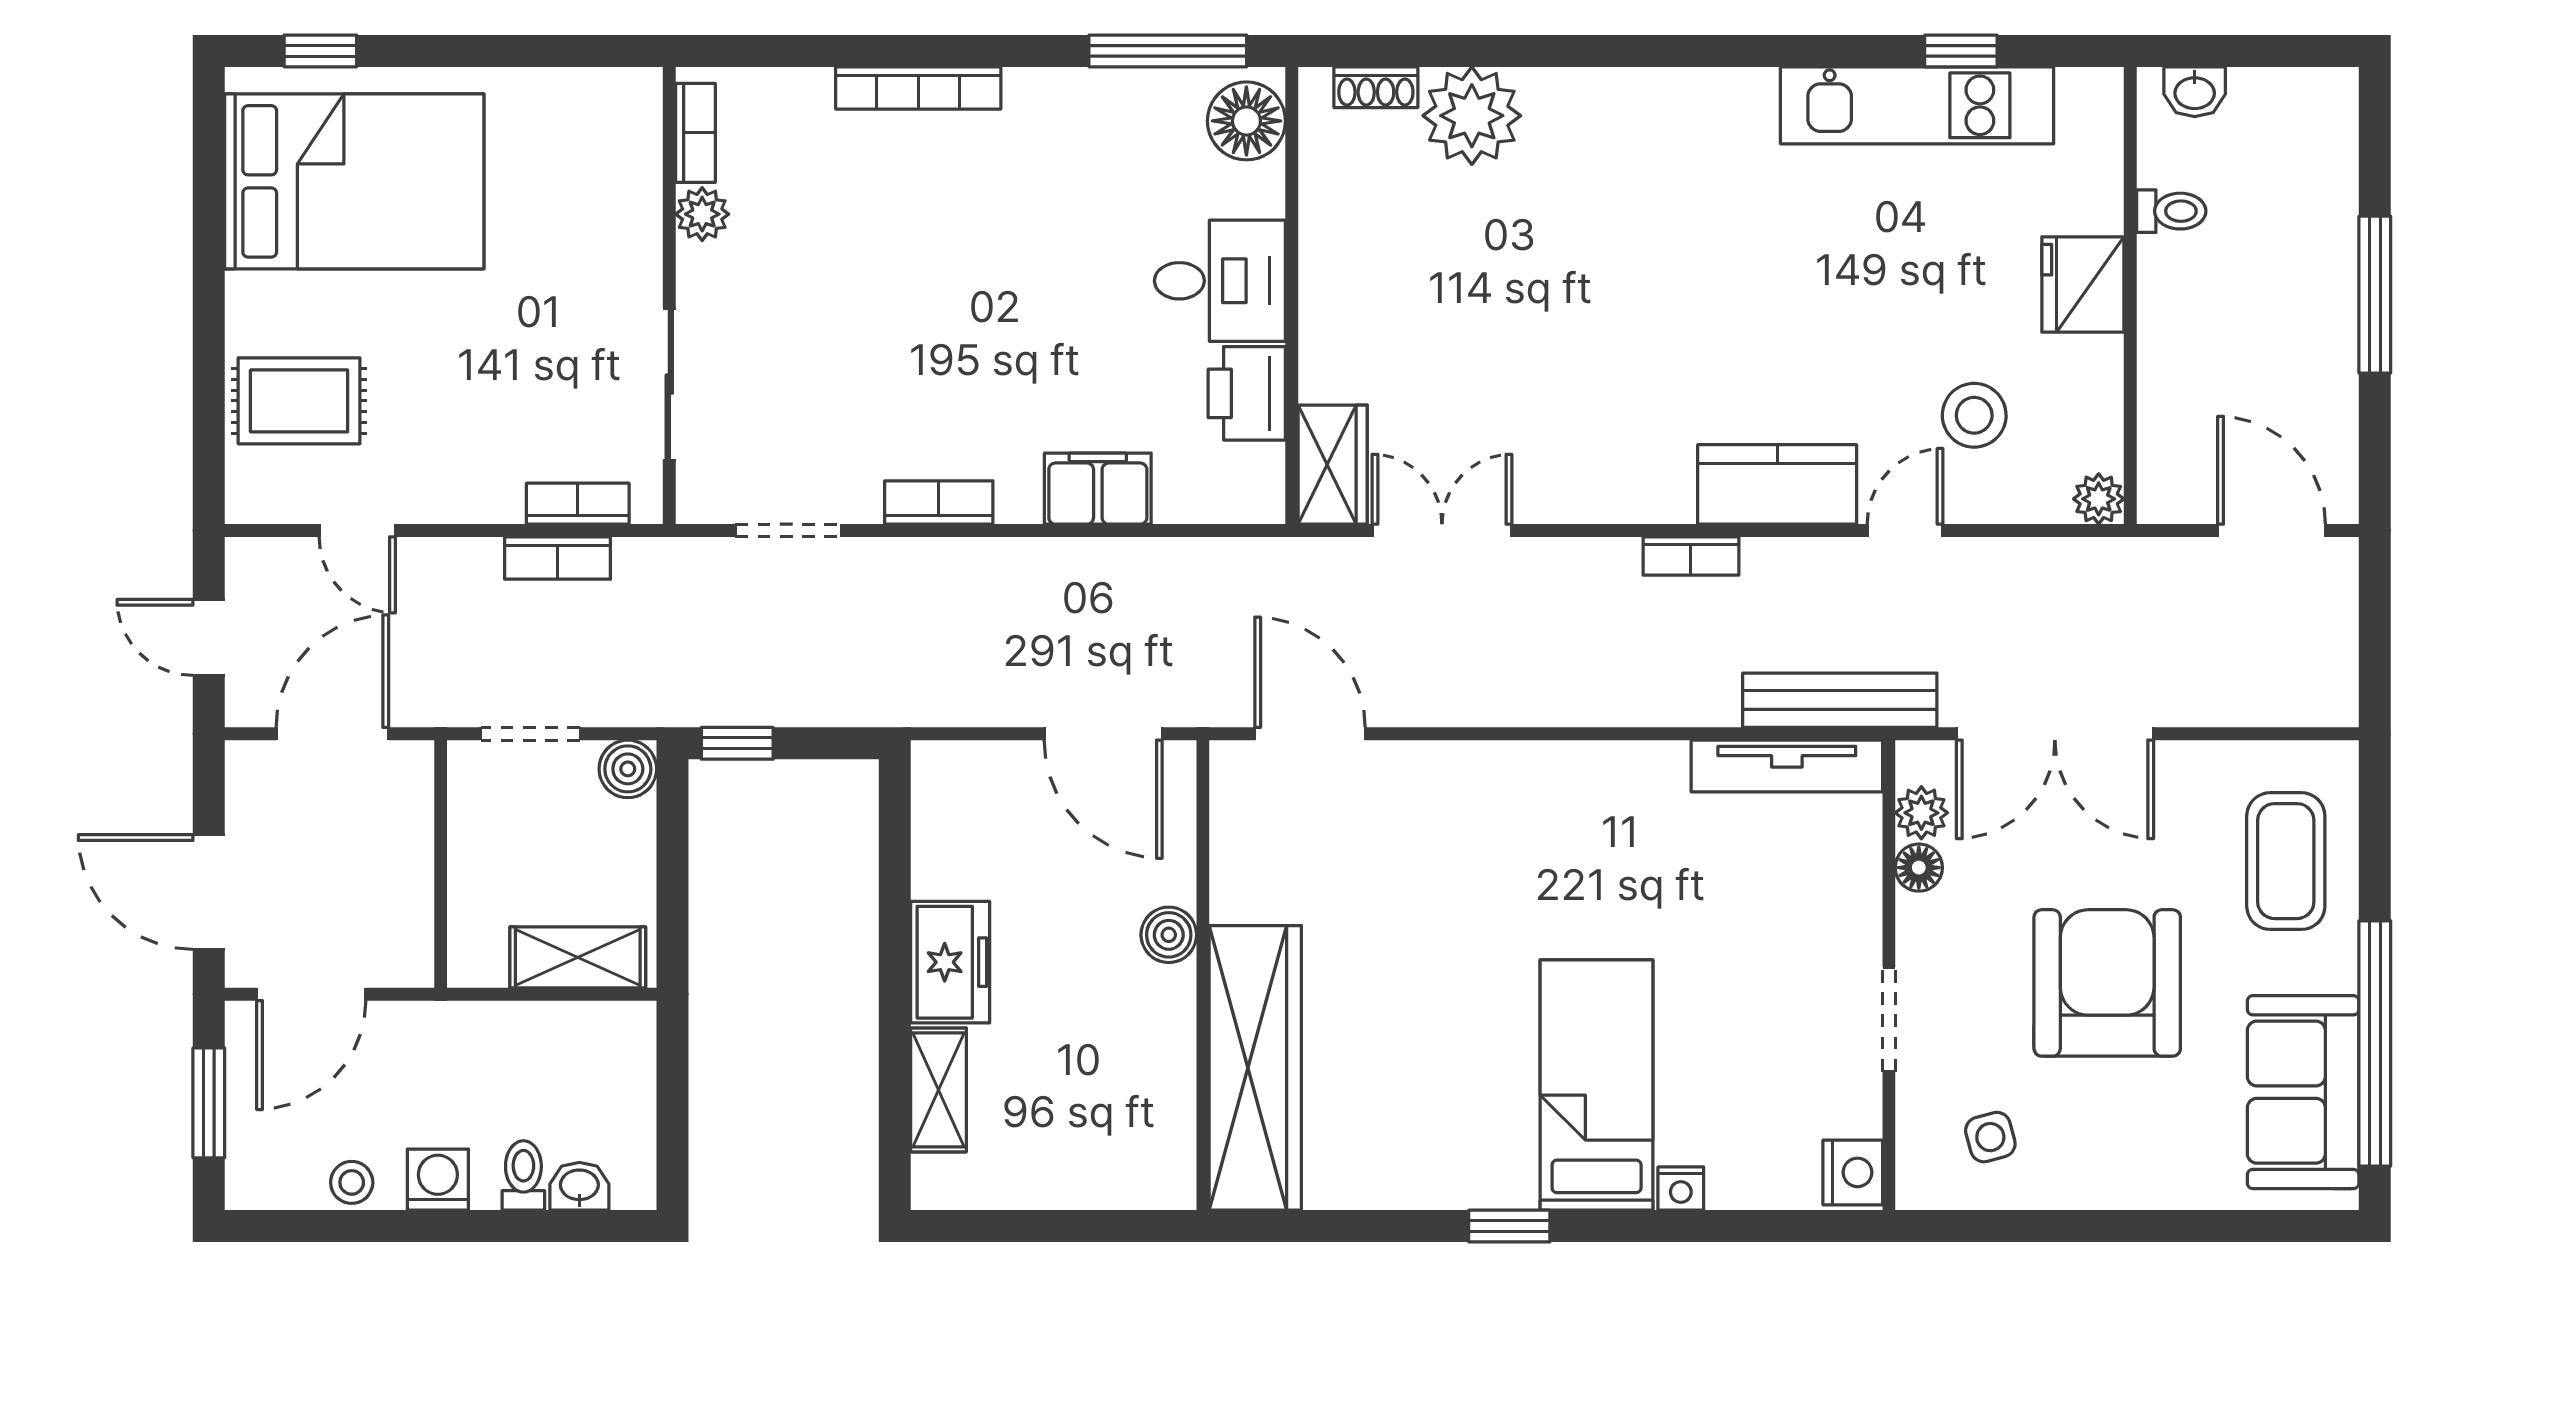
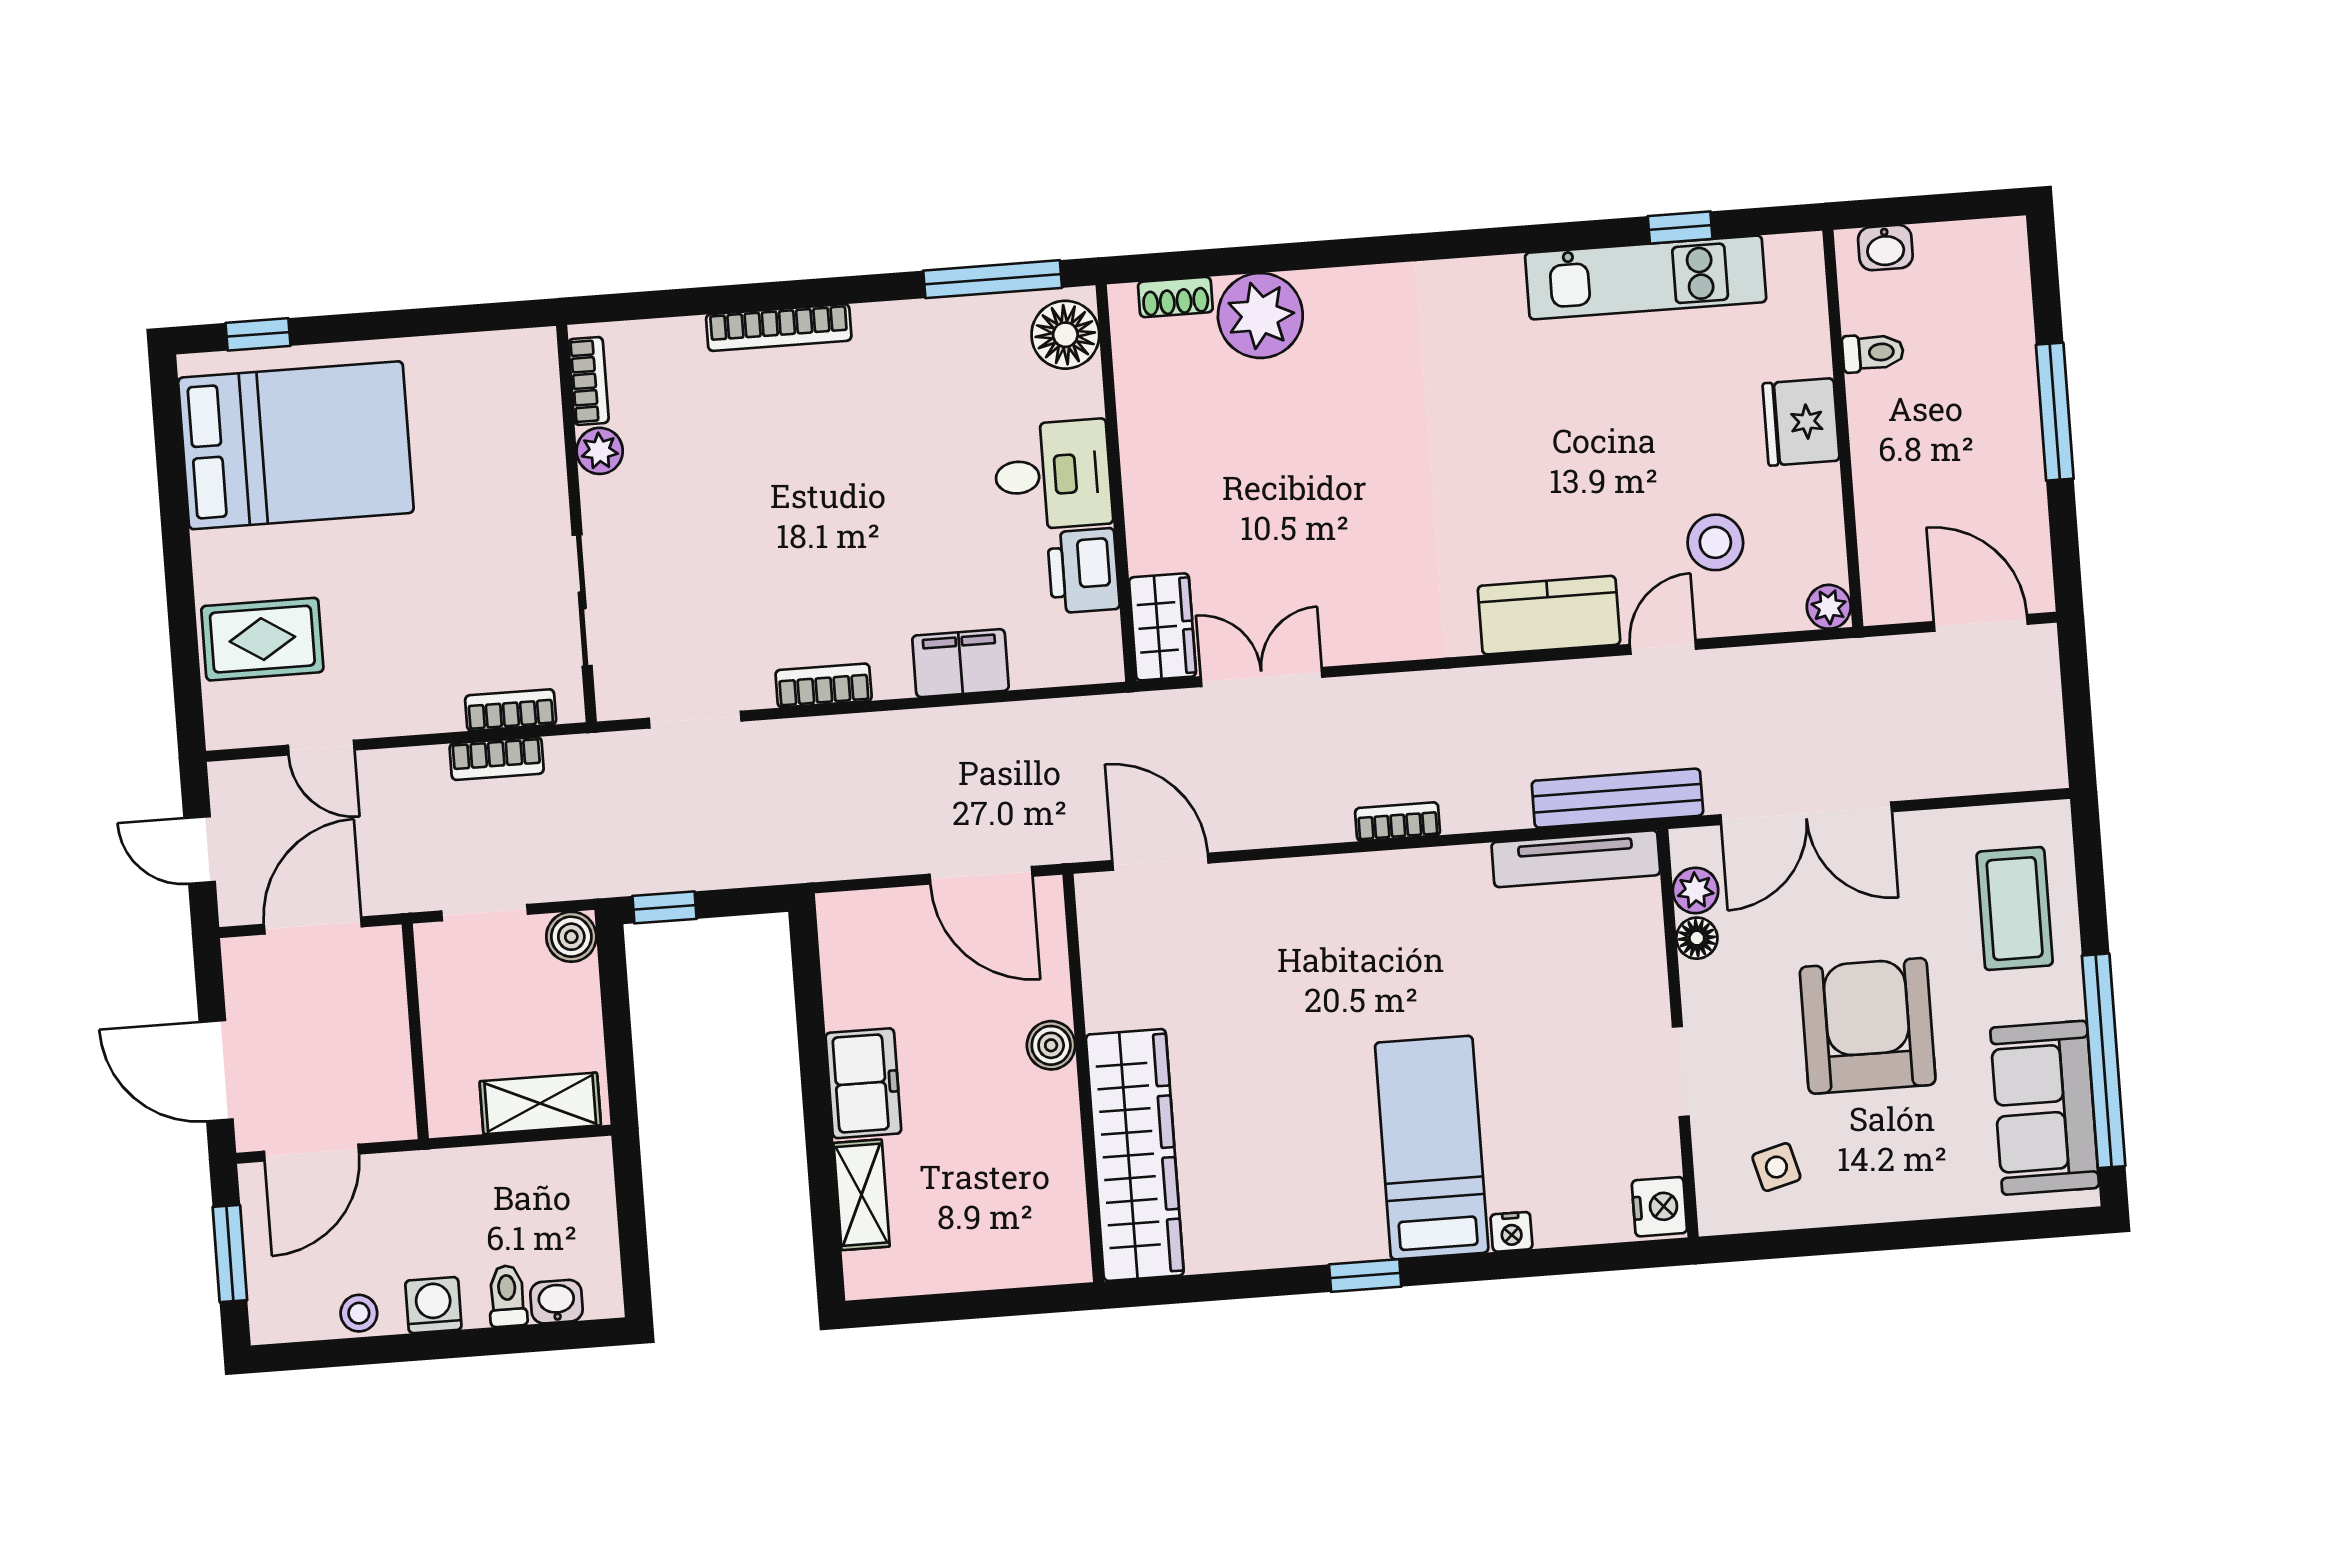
bookcase: (1691, 556) -> (1398, 822), moved, turned 180

